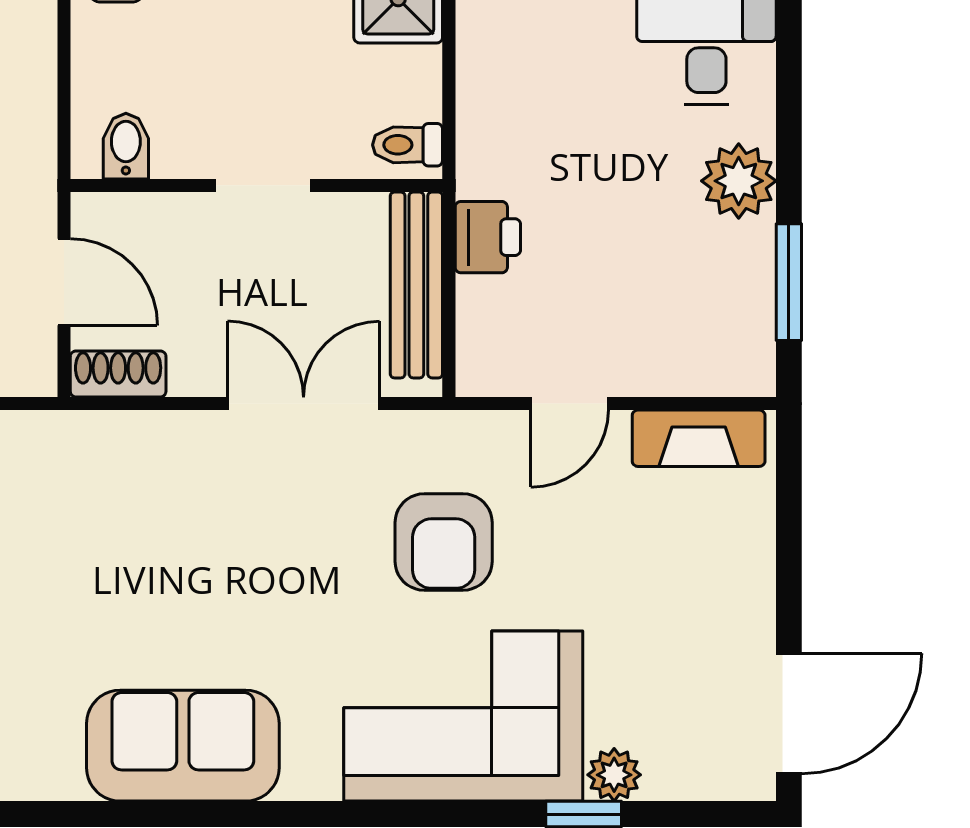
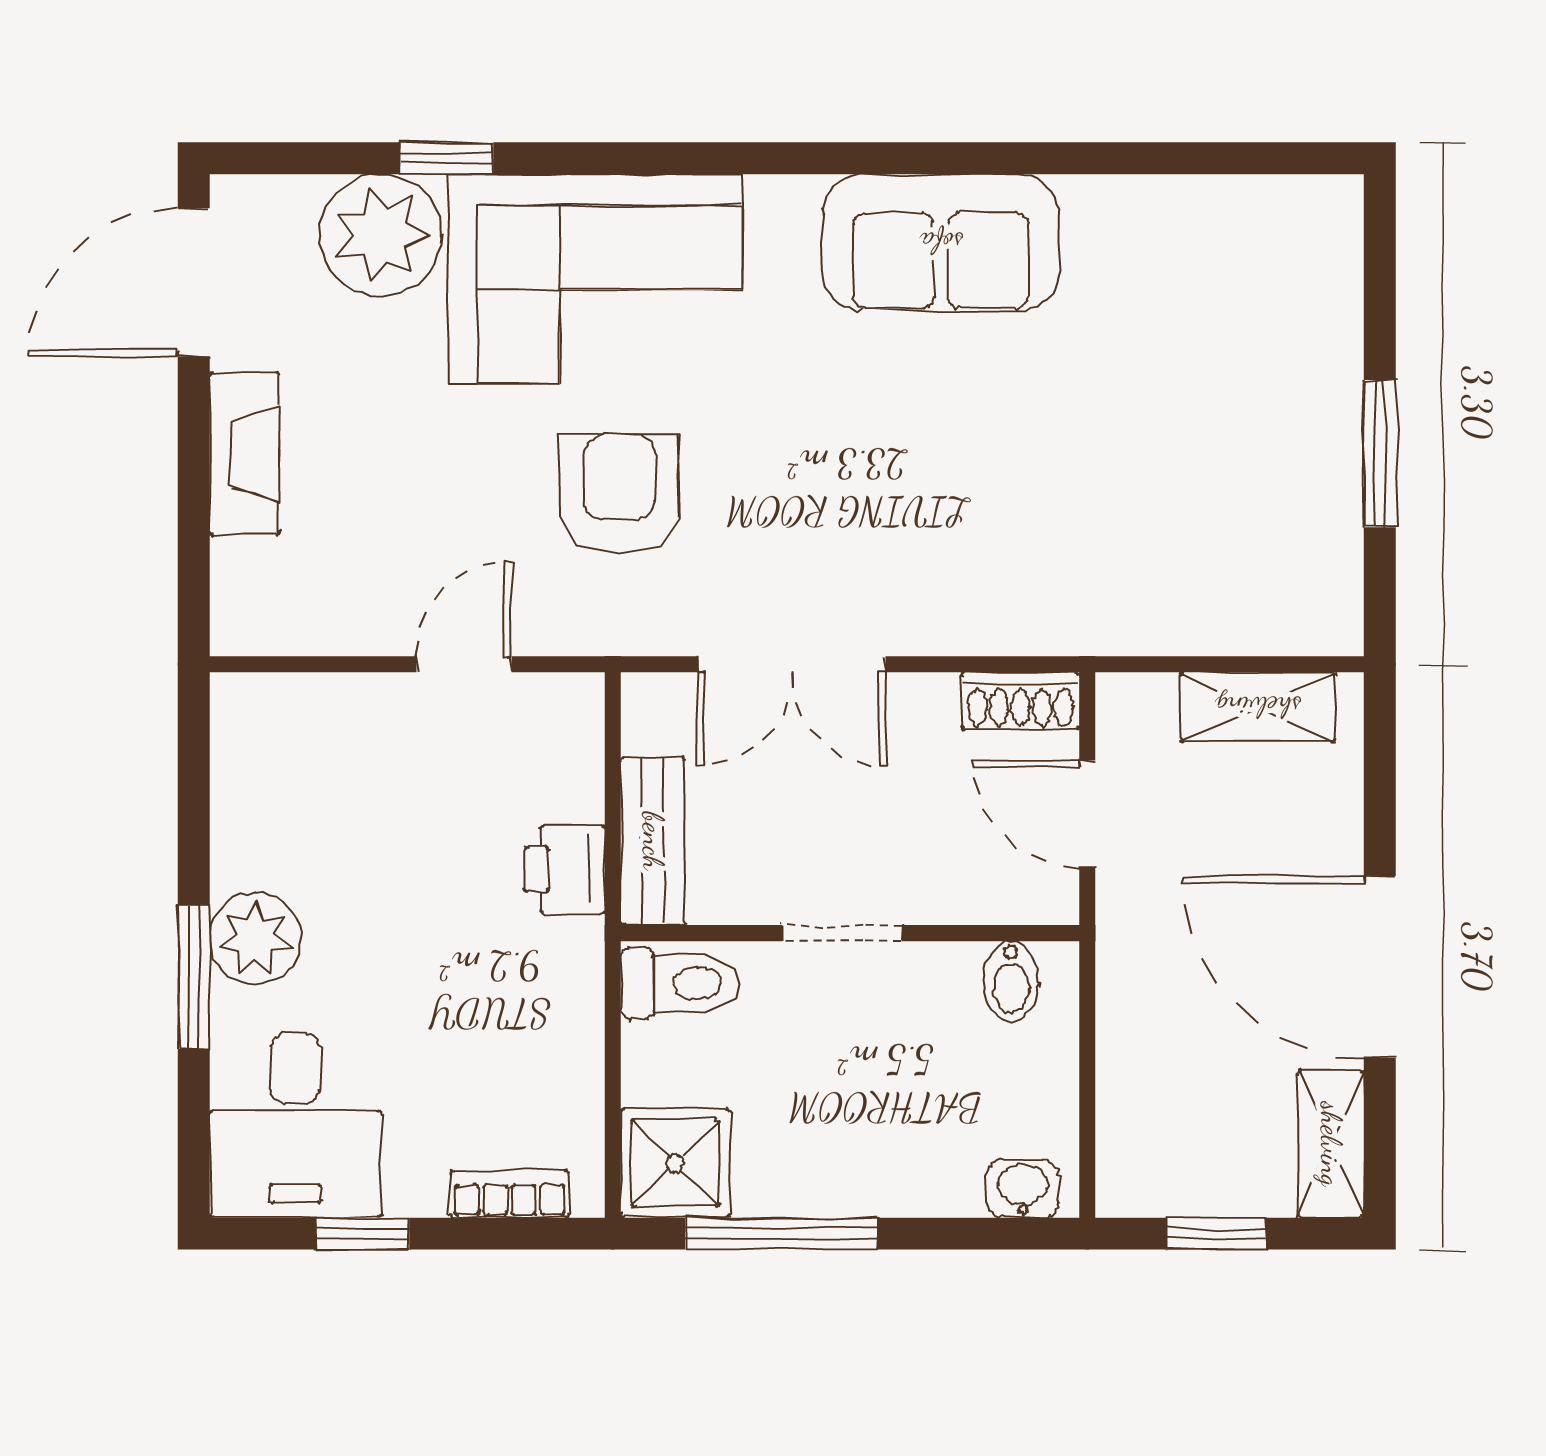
toilet: (408, 145) -> (680, 983), width x1.37, depth x1.39
window: (789, 282) -> (194, 977), moved
bench: (416, 285) -> (653, 841), width x0.73
fireplace: (699, 438) -> (244, 453), moved, turned 90
plant: (614, 775) -> (381, 235), width x1.87, depth x1.87

